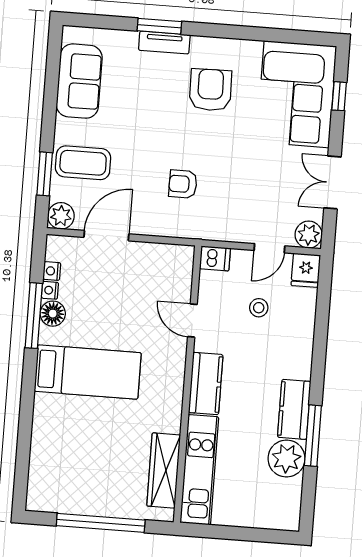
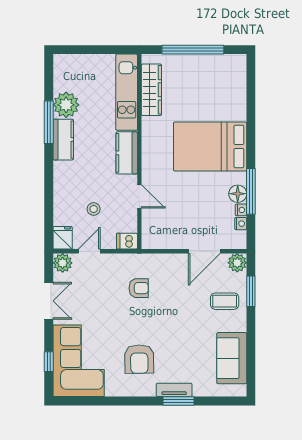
coffee table: (83, 163) -> (225, 301), width x0.73, depth x0.77
armchair: (183, 184) -> (139, 288), moved
bed: (88, 372) -> (210, 146), width x1.50

